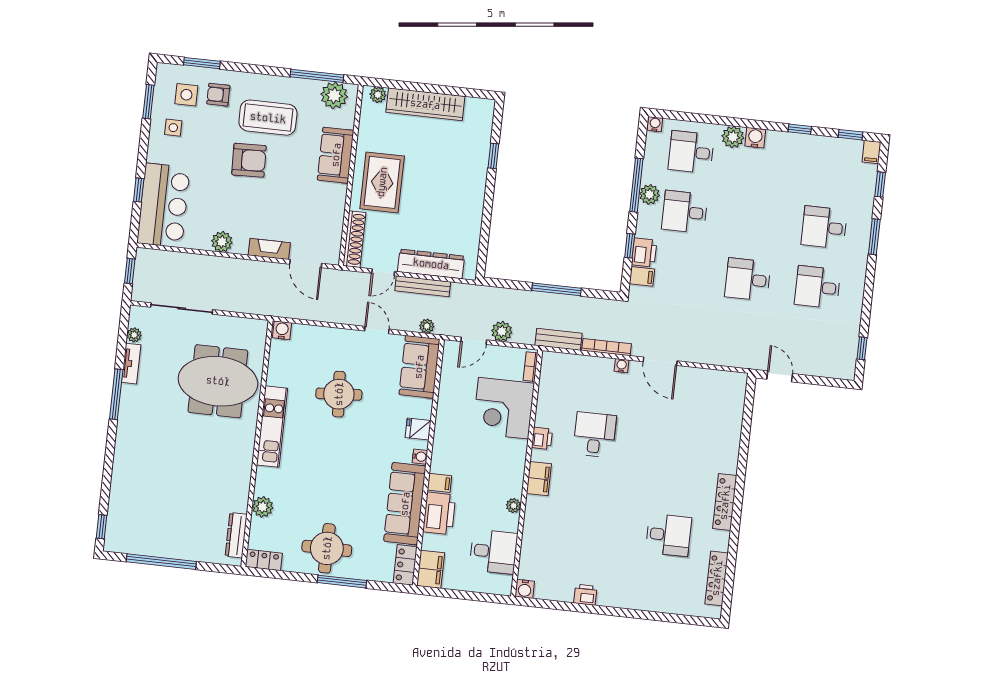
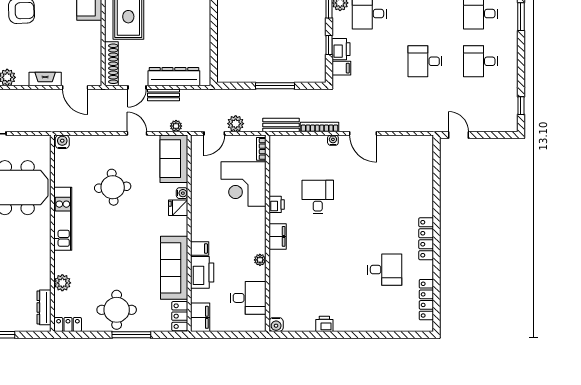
bench: (423, 286) -> (164, 95), width x0.73
water cooler: (420, 457) -> (182, 193), moved

